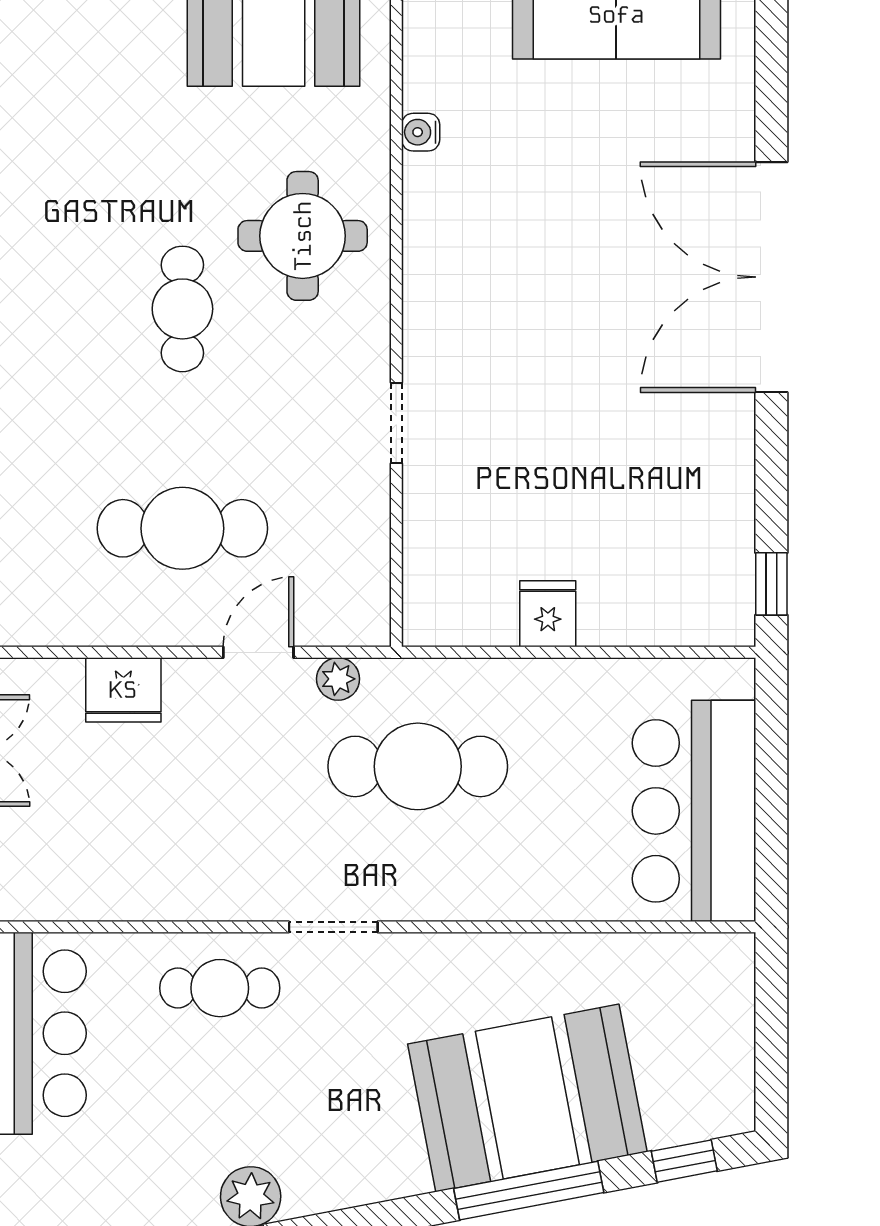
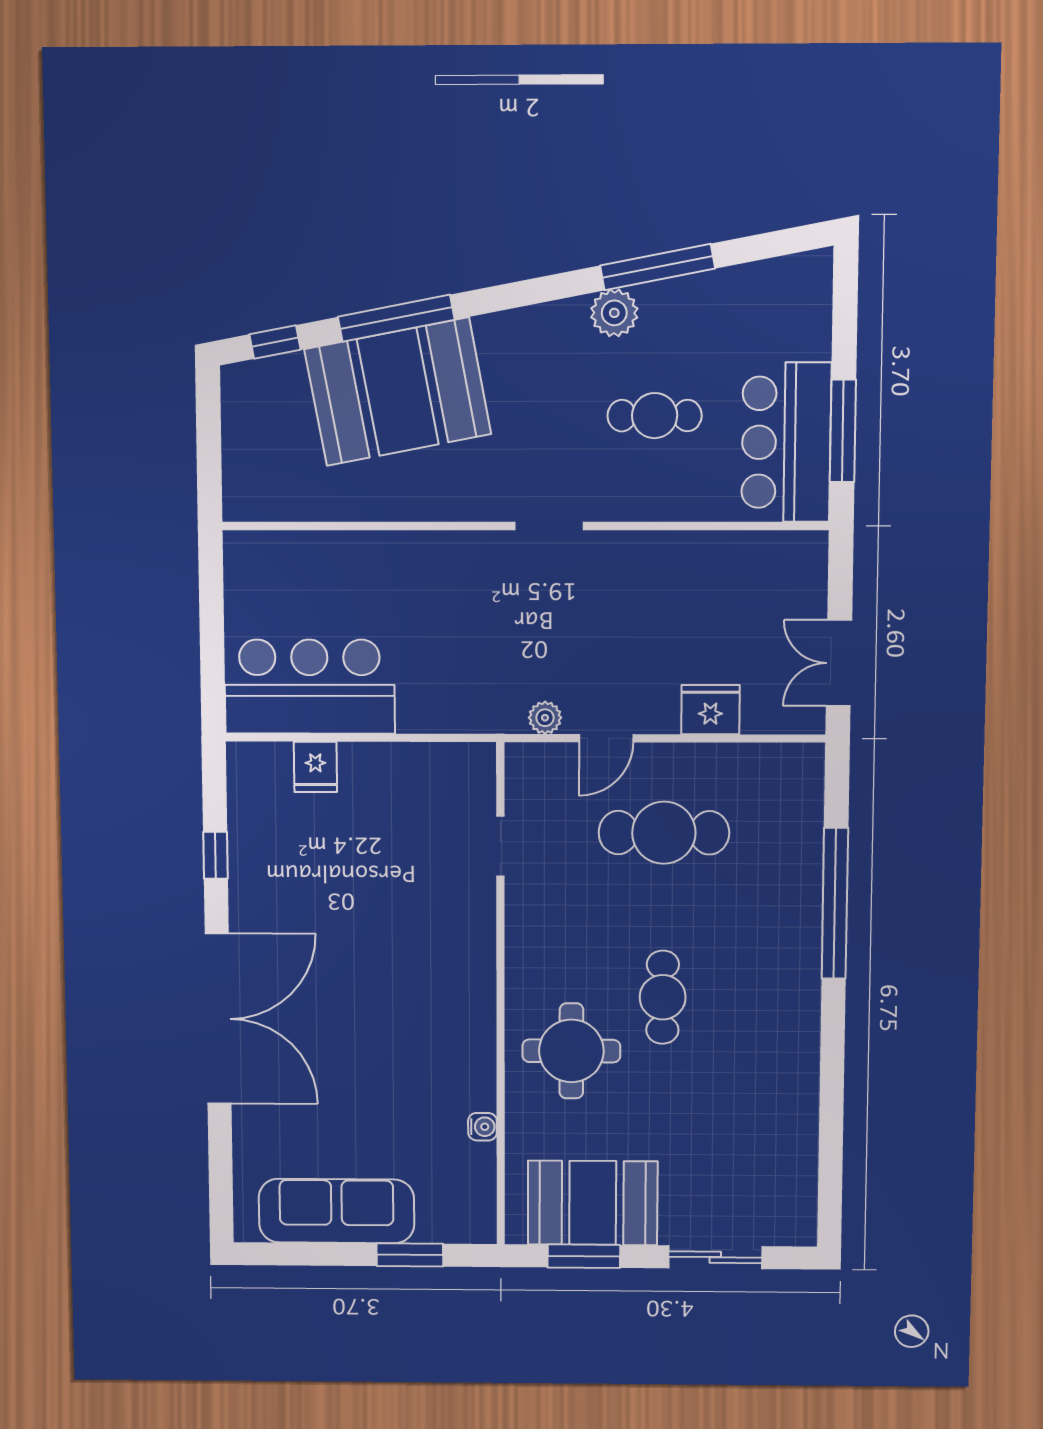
doorway: (396, 423) -> (500, 846), moved
window: (771, 584) -> (215, 855), moved
fridge: (548, 614) -> (315, 767), moved
cafe table: (418, 766) -> (484, 650), removed
bar counter: (694, 811) -> (310, 687), moved, turned -90
cafe table: (220, 988) -> (655, 416), moved

